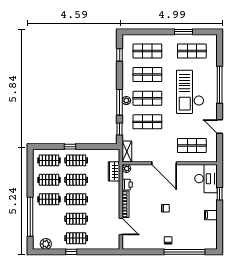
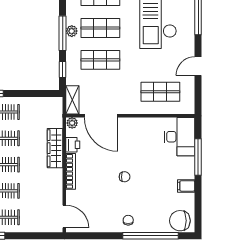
door: (220, 126) -> (198, 66), hinge flipped
door: (164, 163) -> (101, 116), moved
wardrobe: (114, 171) -> (55, 148), moved, width x1.50
window: (220, 194) -> (198, 157), width x2.17
door: (121, 226) -> (64, 217), moved
chair: (206, 241) -> (180, 221), added

